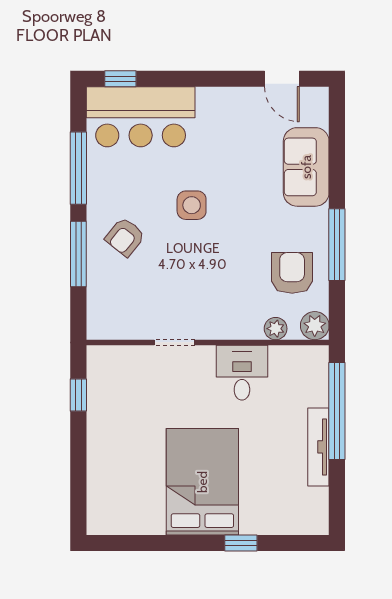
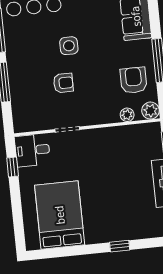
armchair: (125, 237) -> (63, 83), moved, turned -129
desk: (242, 373) -> (32, 150), moved, turned -90
bed: (202, 482) -> (60, 215), moved

